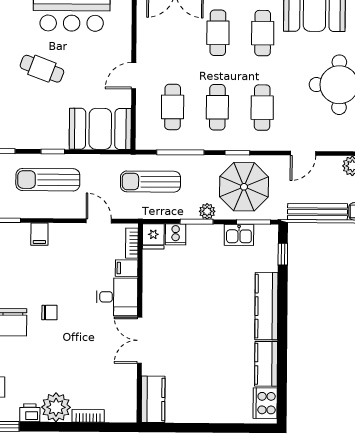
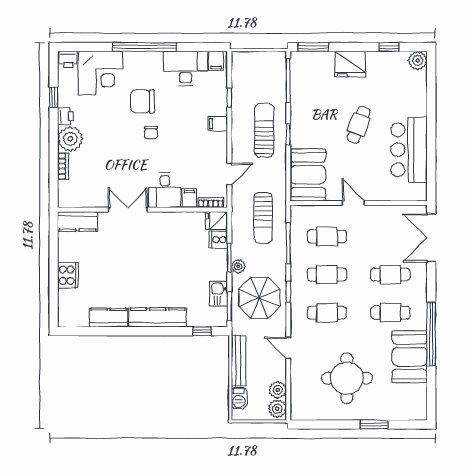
sun lounger: (150, 182) -> (263, 218), turned 180
cooker: (265, 403) -> (68, 275), moved, turned 90

